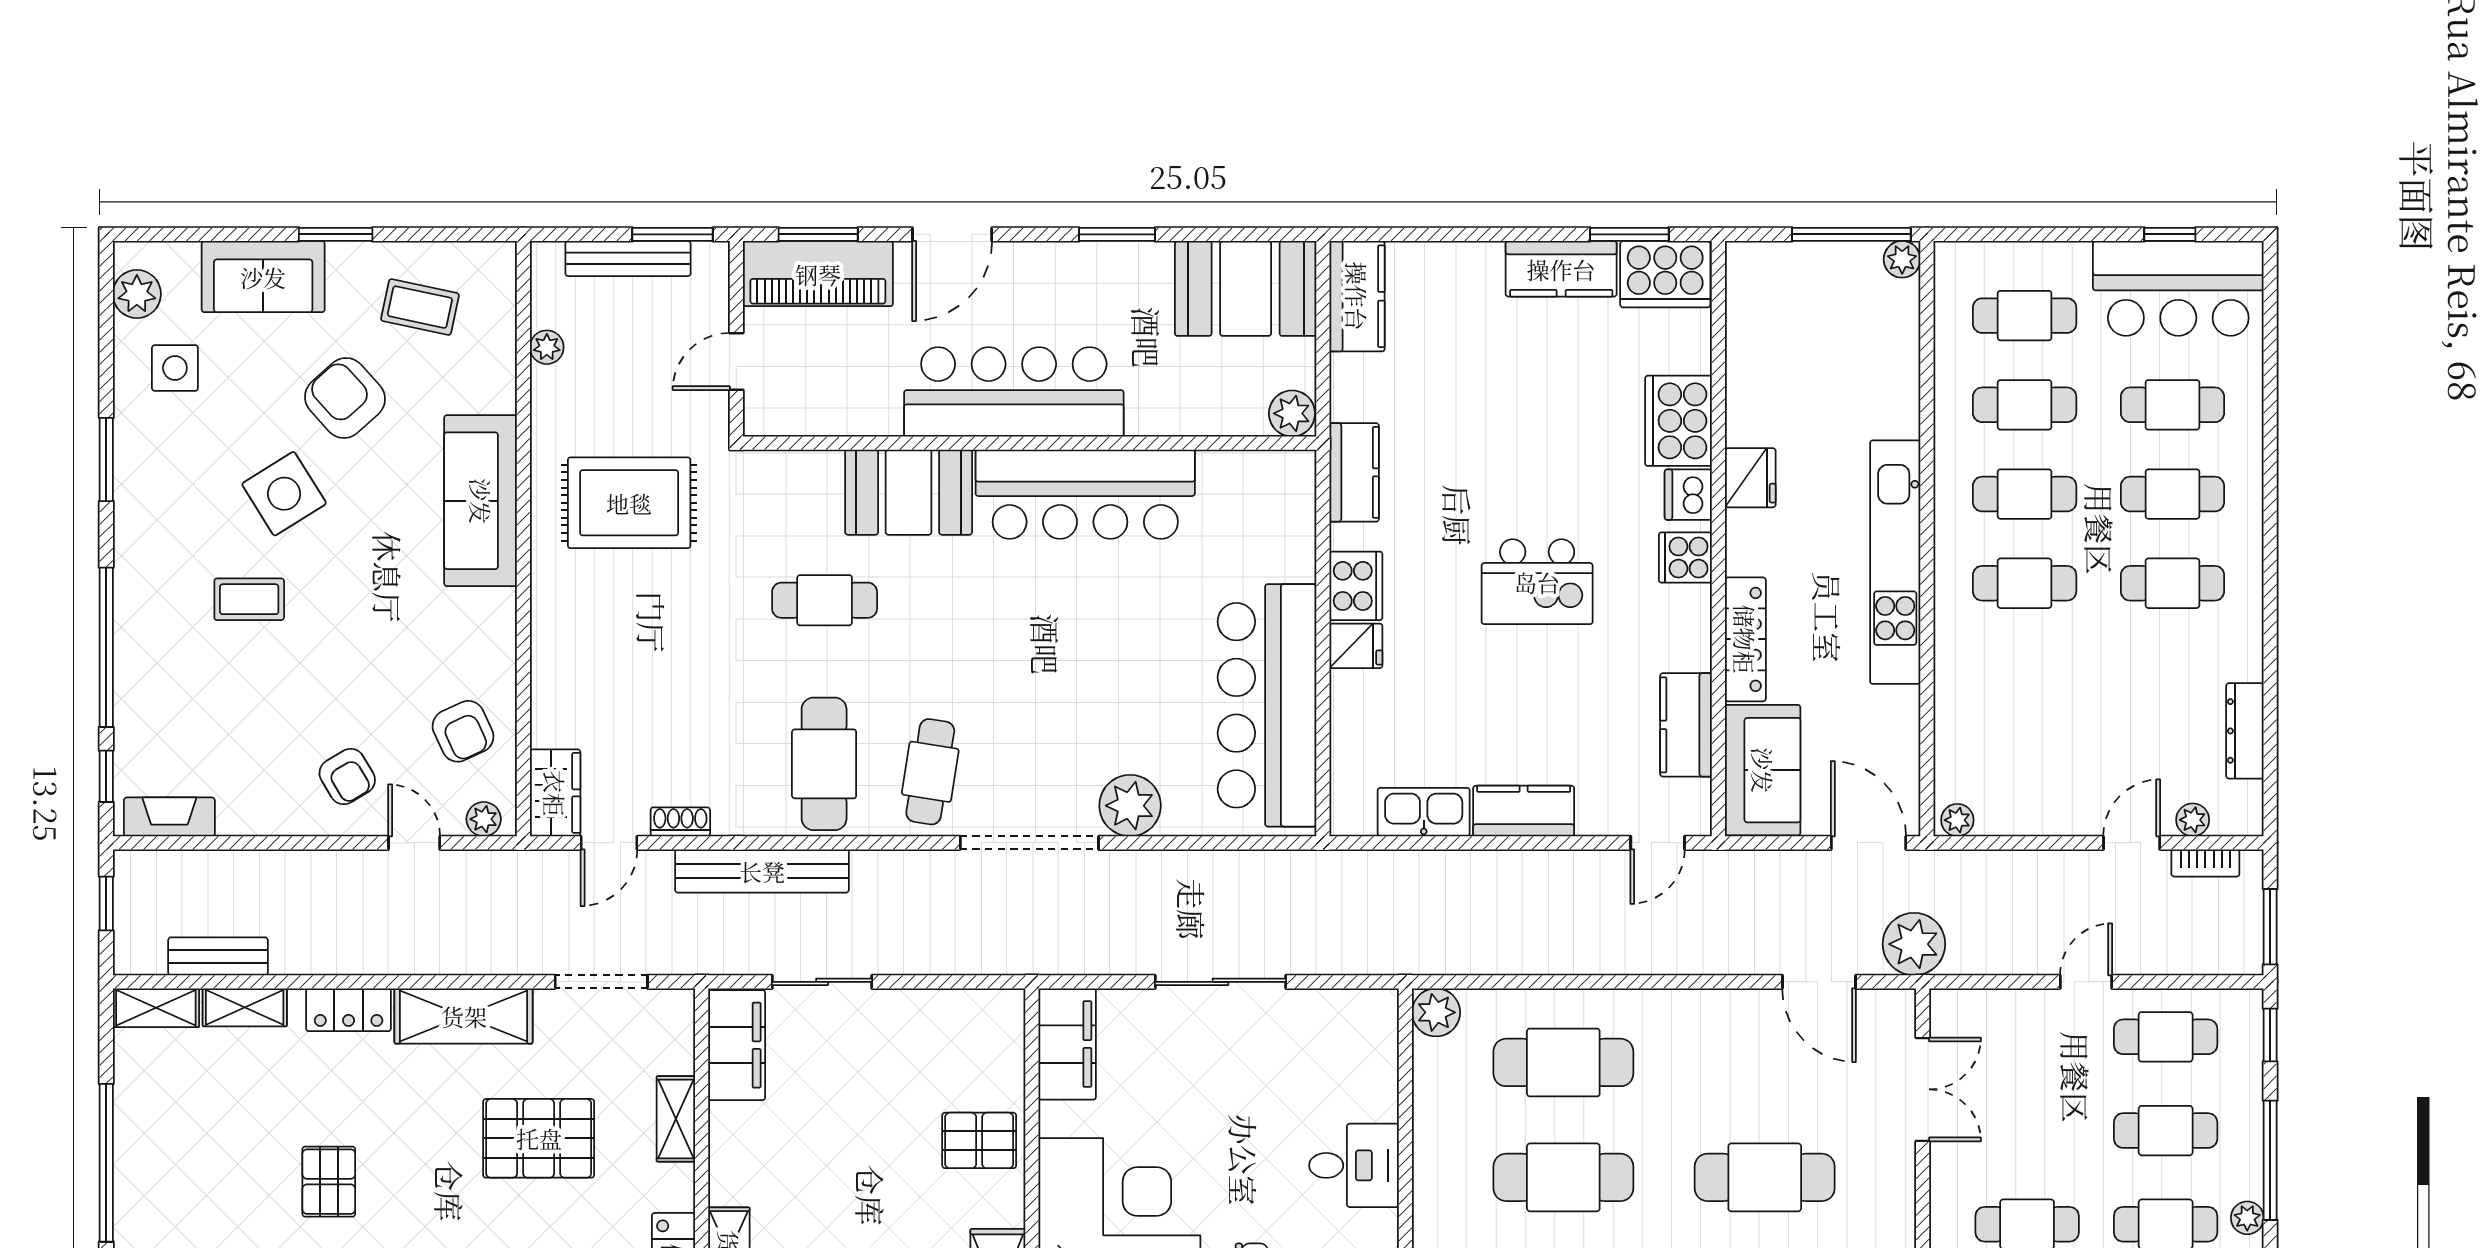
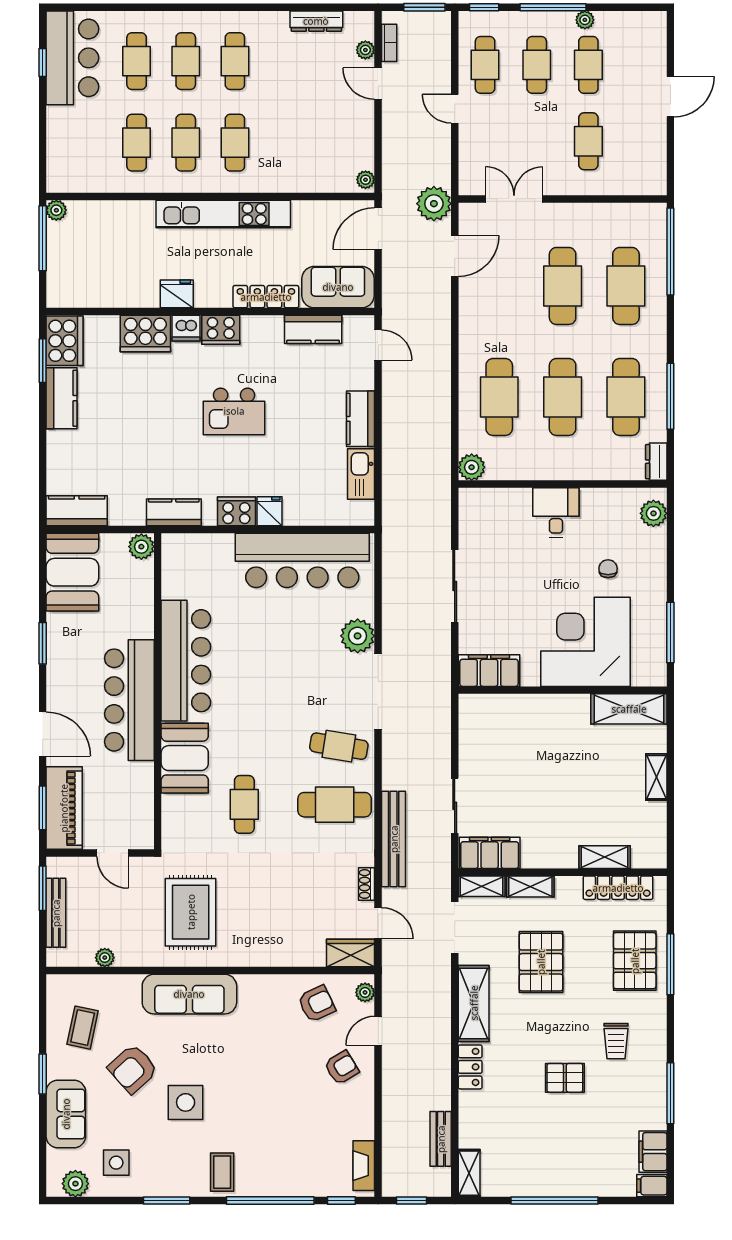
cafe table: (2025, 316) -> (87, 143), removed
side table: (284, 494) -> (186, 1102), turned 32
cooker: (1685, 558) -> (221, 330), width x1.36
kitchen island: (1537, 582) -> (234, 411), turned 90
coffee table: (249, 599) -> (222, 1172), moved
shelving: (245, 1007) -> (482, 886), moved, turned 90
pallet: (979, 1140) -> (542, 719), removed

